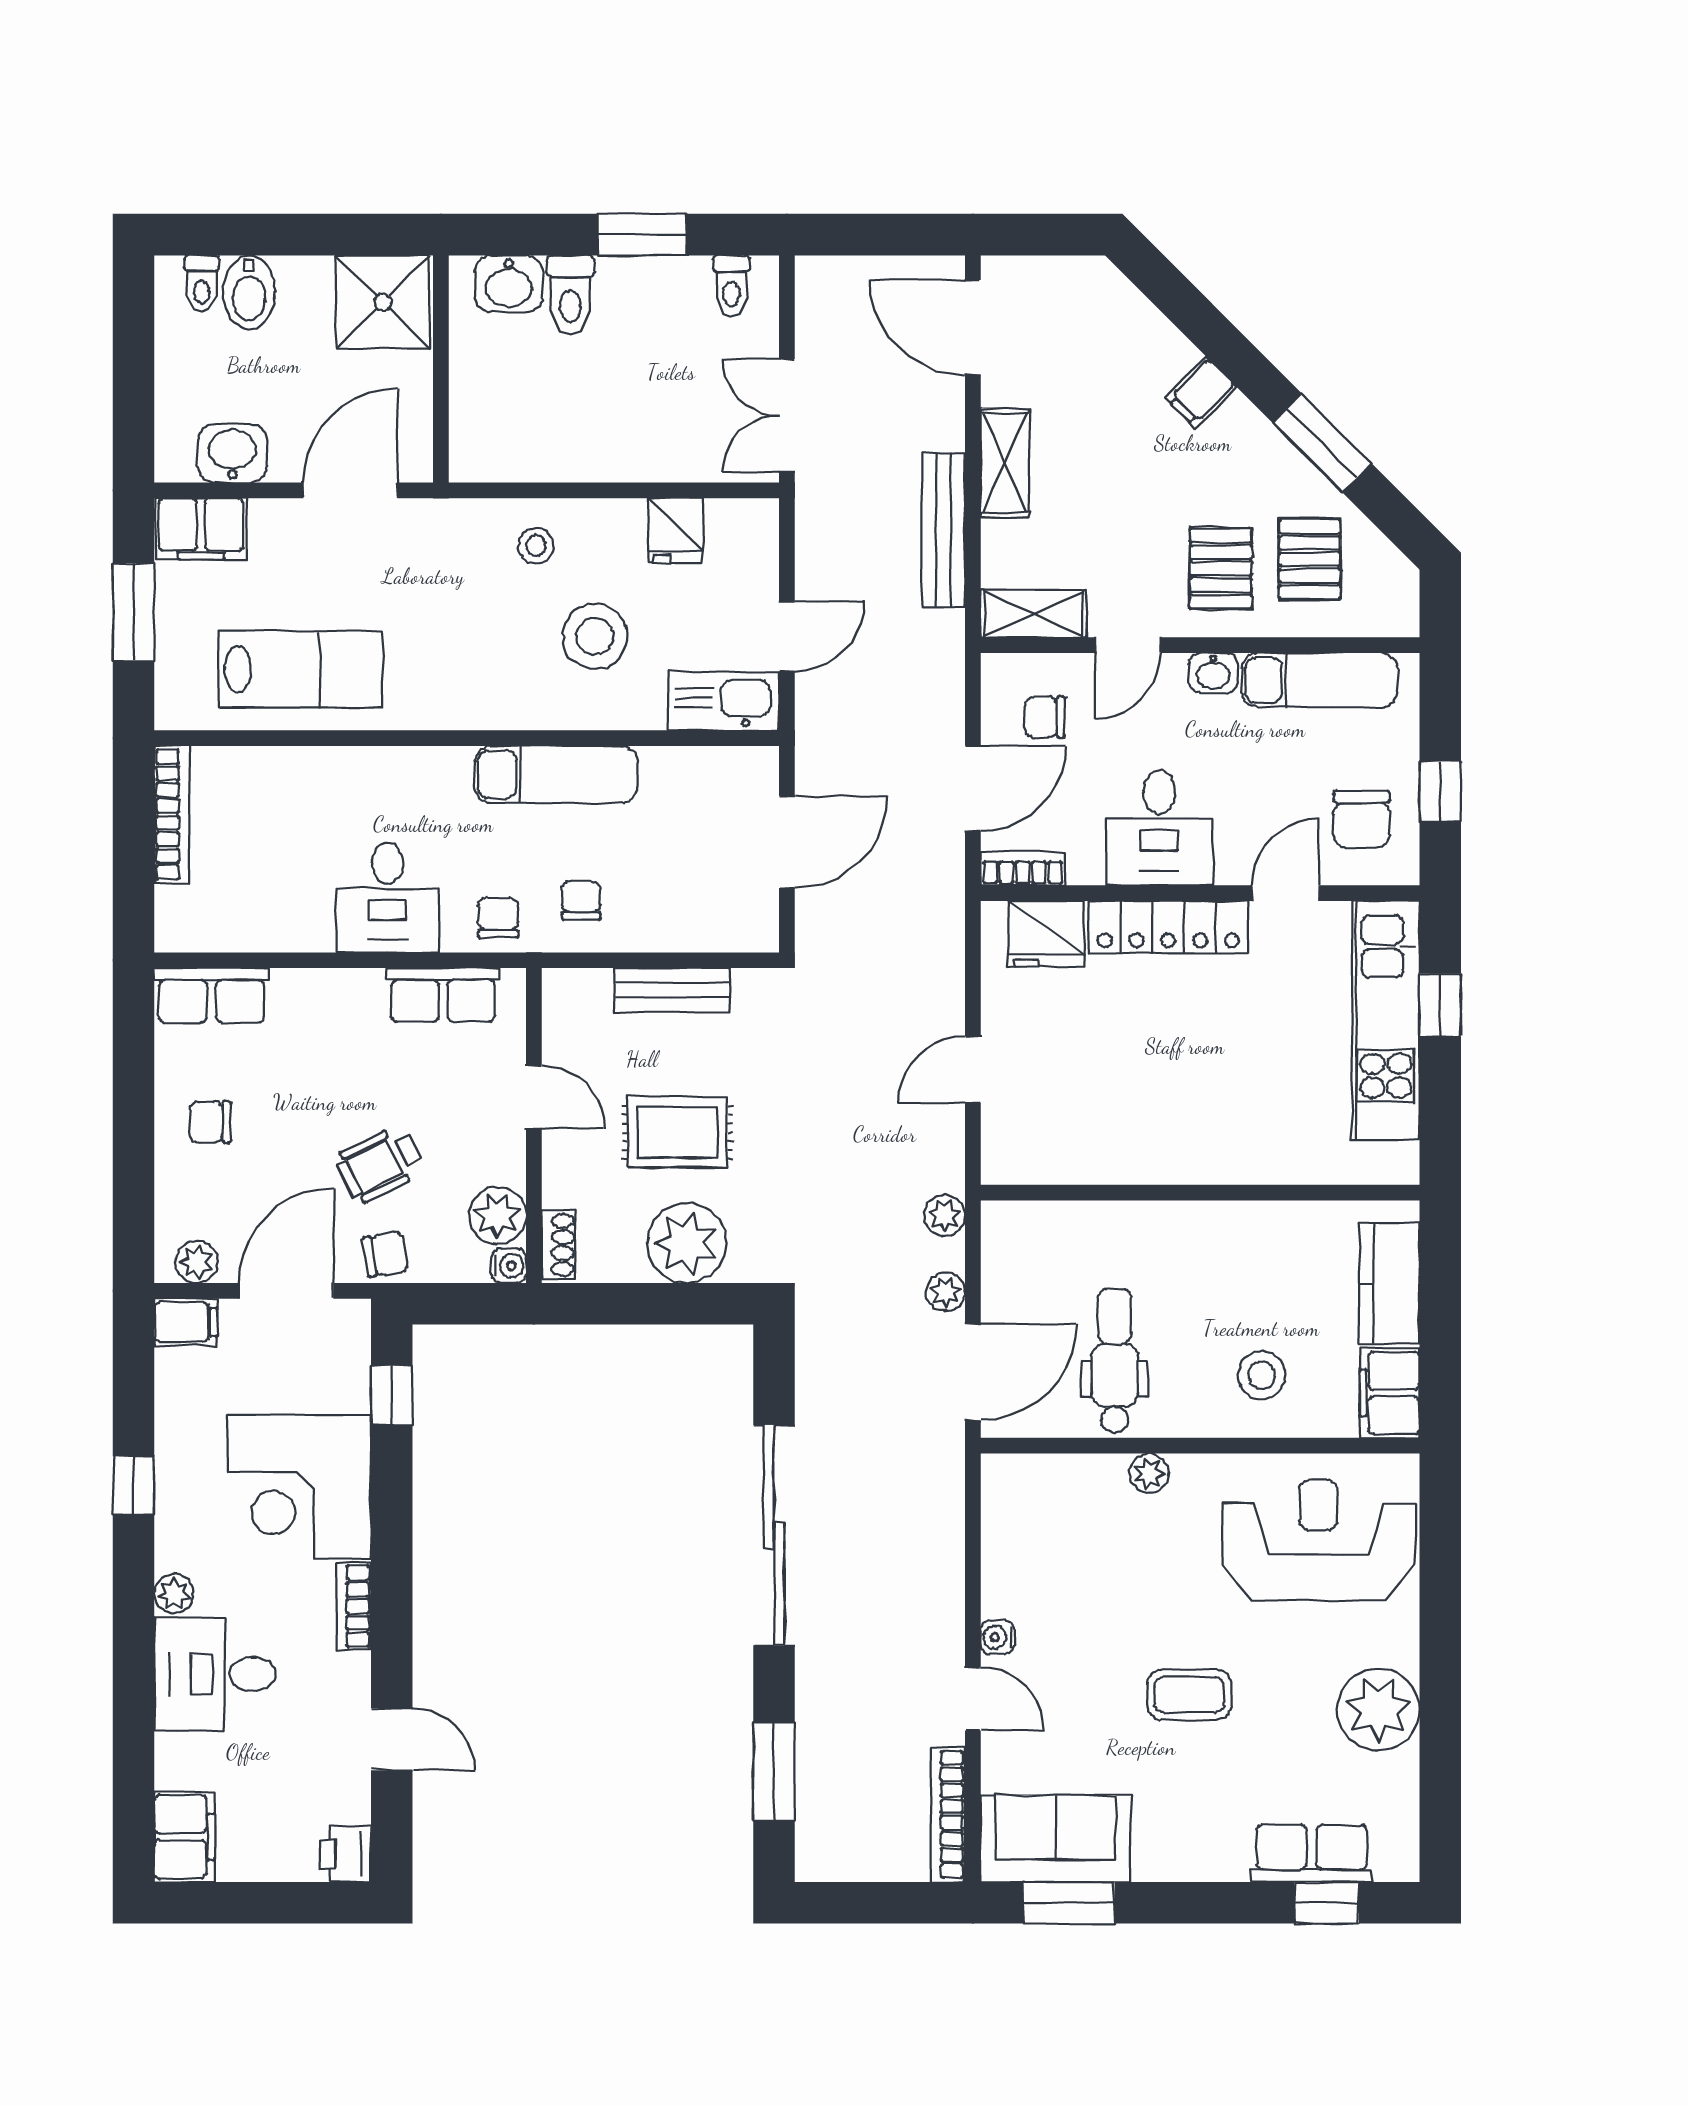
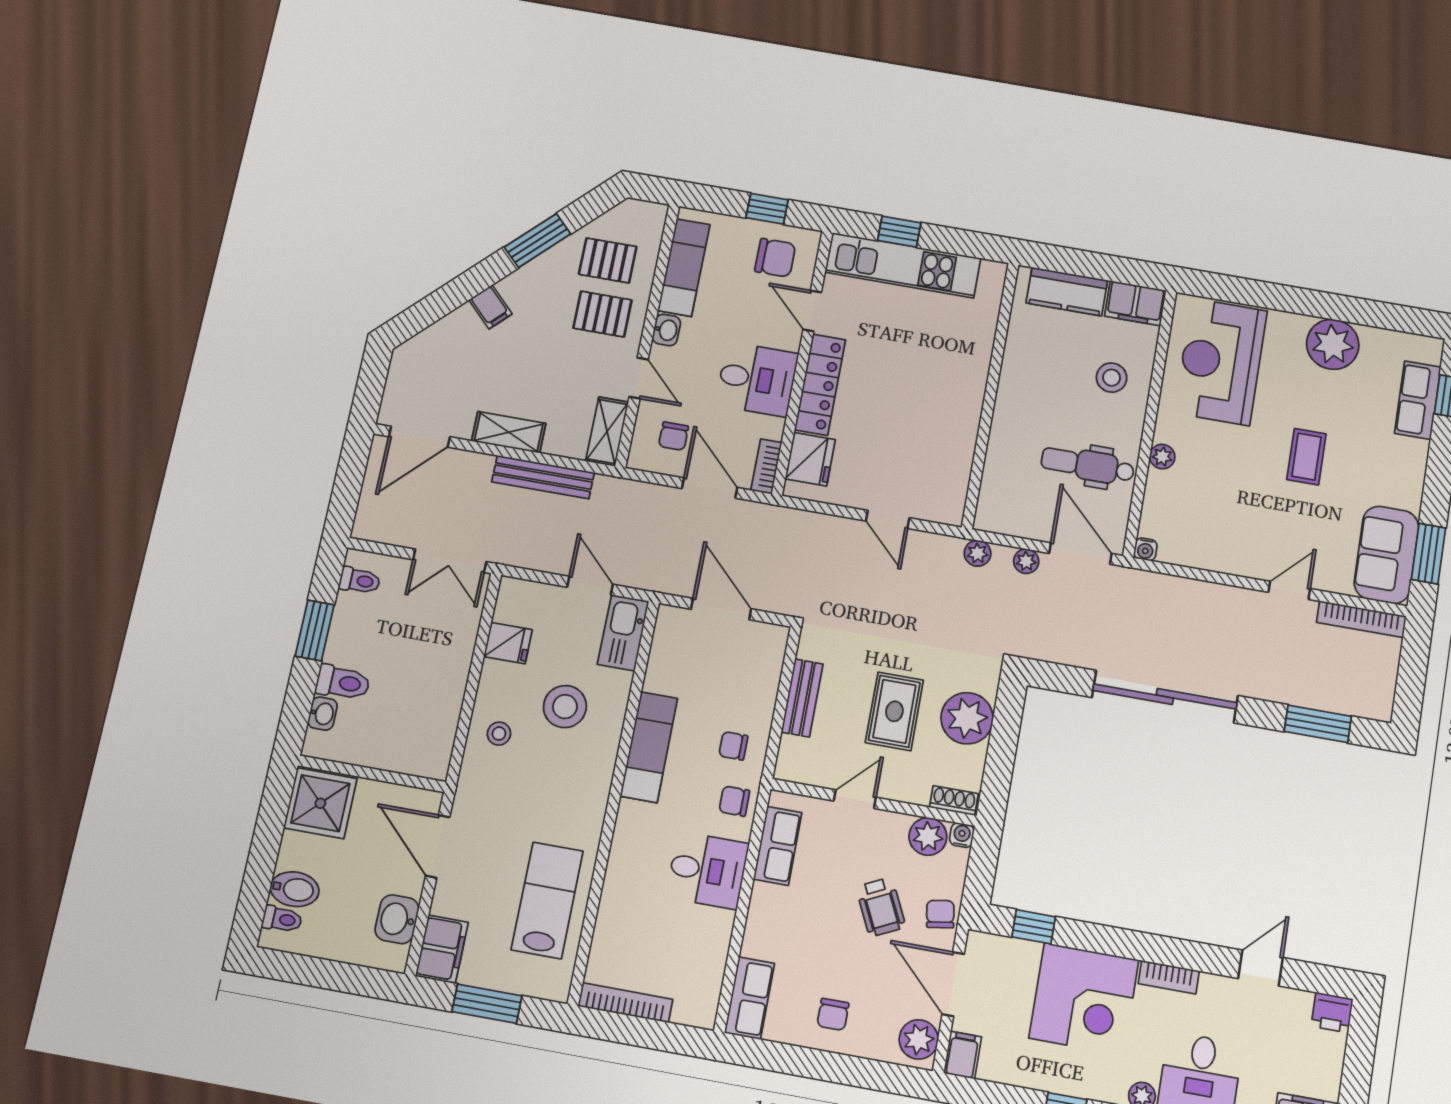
washbasin: (509, 284) -> (323, 714), width x0.72, depth x0.69
plant: (196, 1262) -> (919, 1039), width x1.38, depth x1.38
water cooler: (997, 1637) -> (1145, 549), moved

